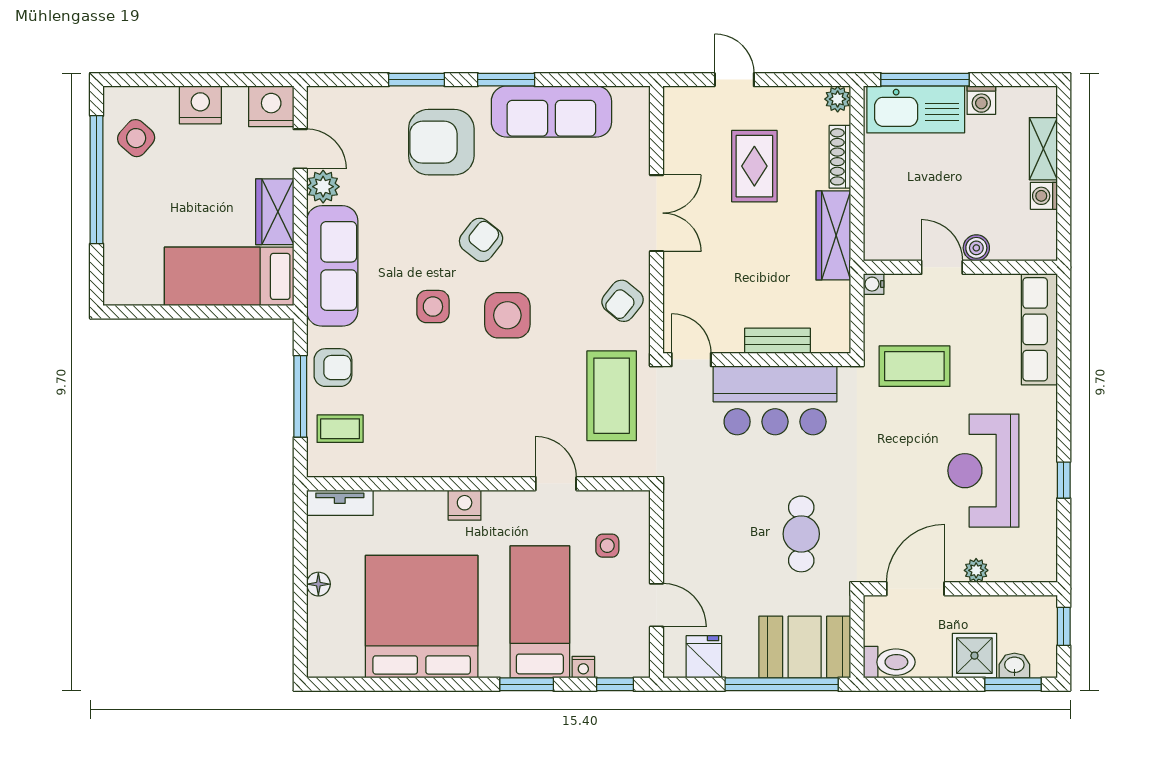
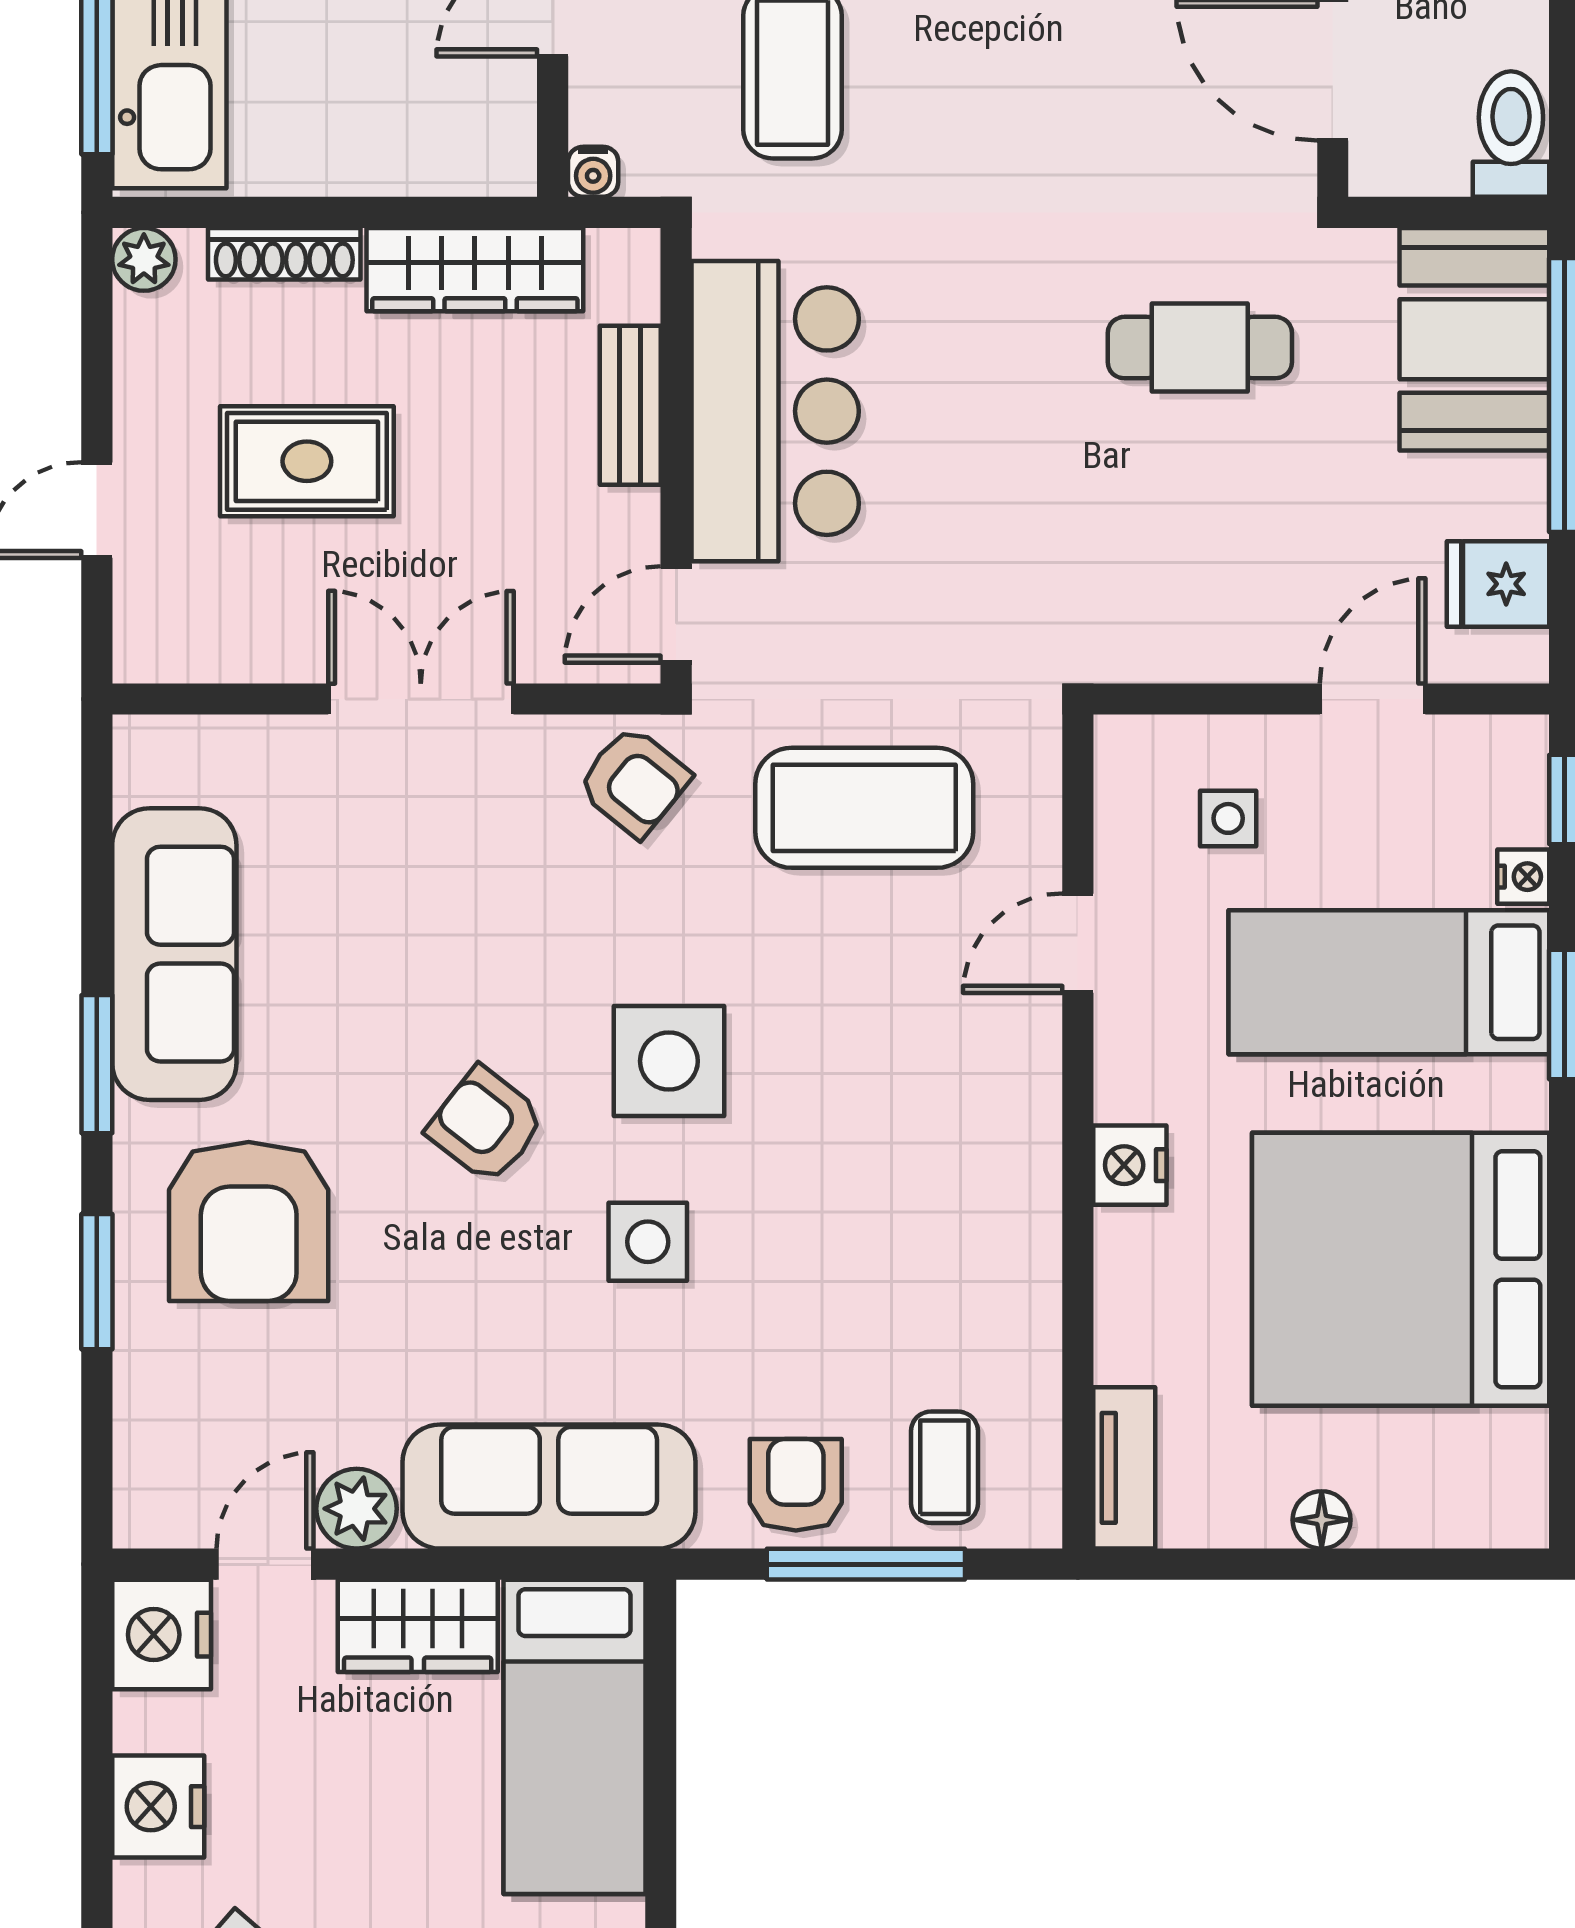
bench: (777, 341) -> (630, 405), moved
door: (691, 360) -> (676, 614), moved
wall: (757, 360) -> (676, 456), moved
bar counter: (775, 400) -> (775, 411), moved

